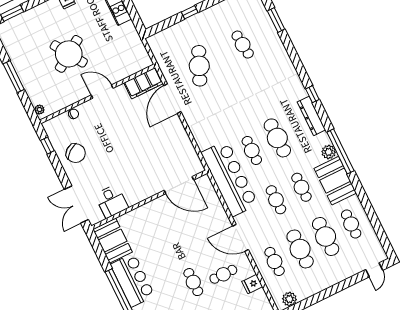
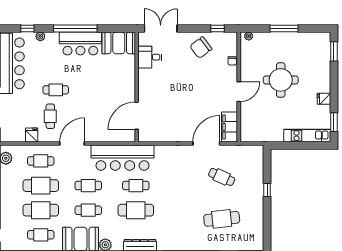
cafe table: (243, 45) -> (222, 219), width x1.37, depth x1.35
round table: (69, 54) -> (281, 80), turned 33
cafe table: (199, 66) -> (222, 177), width x0.73, depth x0.74
door: (172, 99) -> (206, 144), hinge flipped

